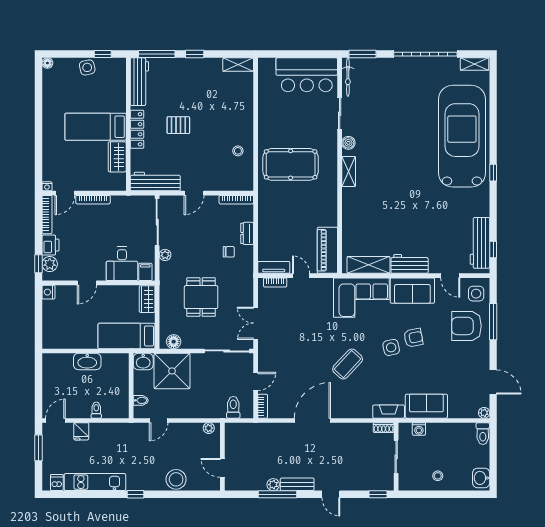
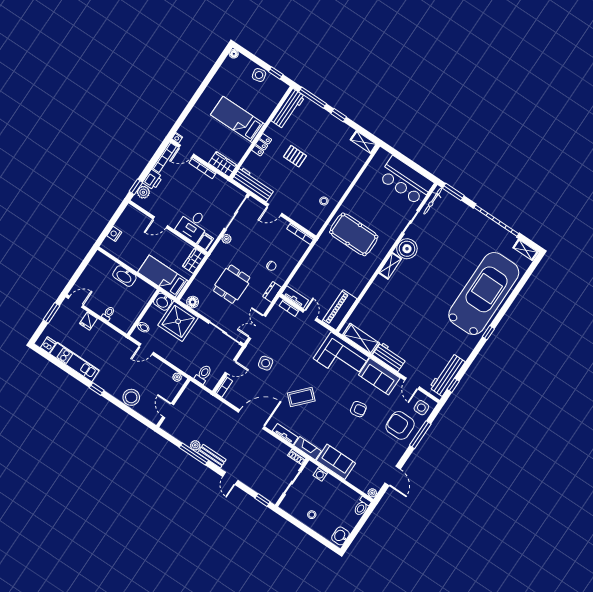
locker: (137, 129) -> (262, 145), width x0.66
boiler: (348, 143) -> (407, 249), width x1.86, depth x1.86
wardrobe: (117, 157) -> (223, 164), moved, turned 90
dresser: (247, 233) -> (272, 292), moved
nightstand: (49, 292) -> (114, 234), moved
side table: (391, 347) -> (266, 363), moved
tv unit: (357, 413) -> (285, 434), added

